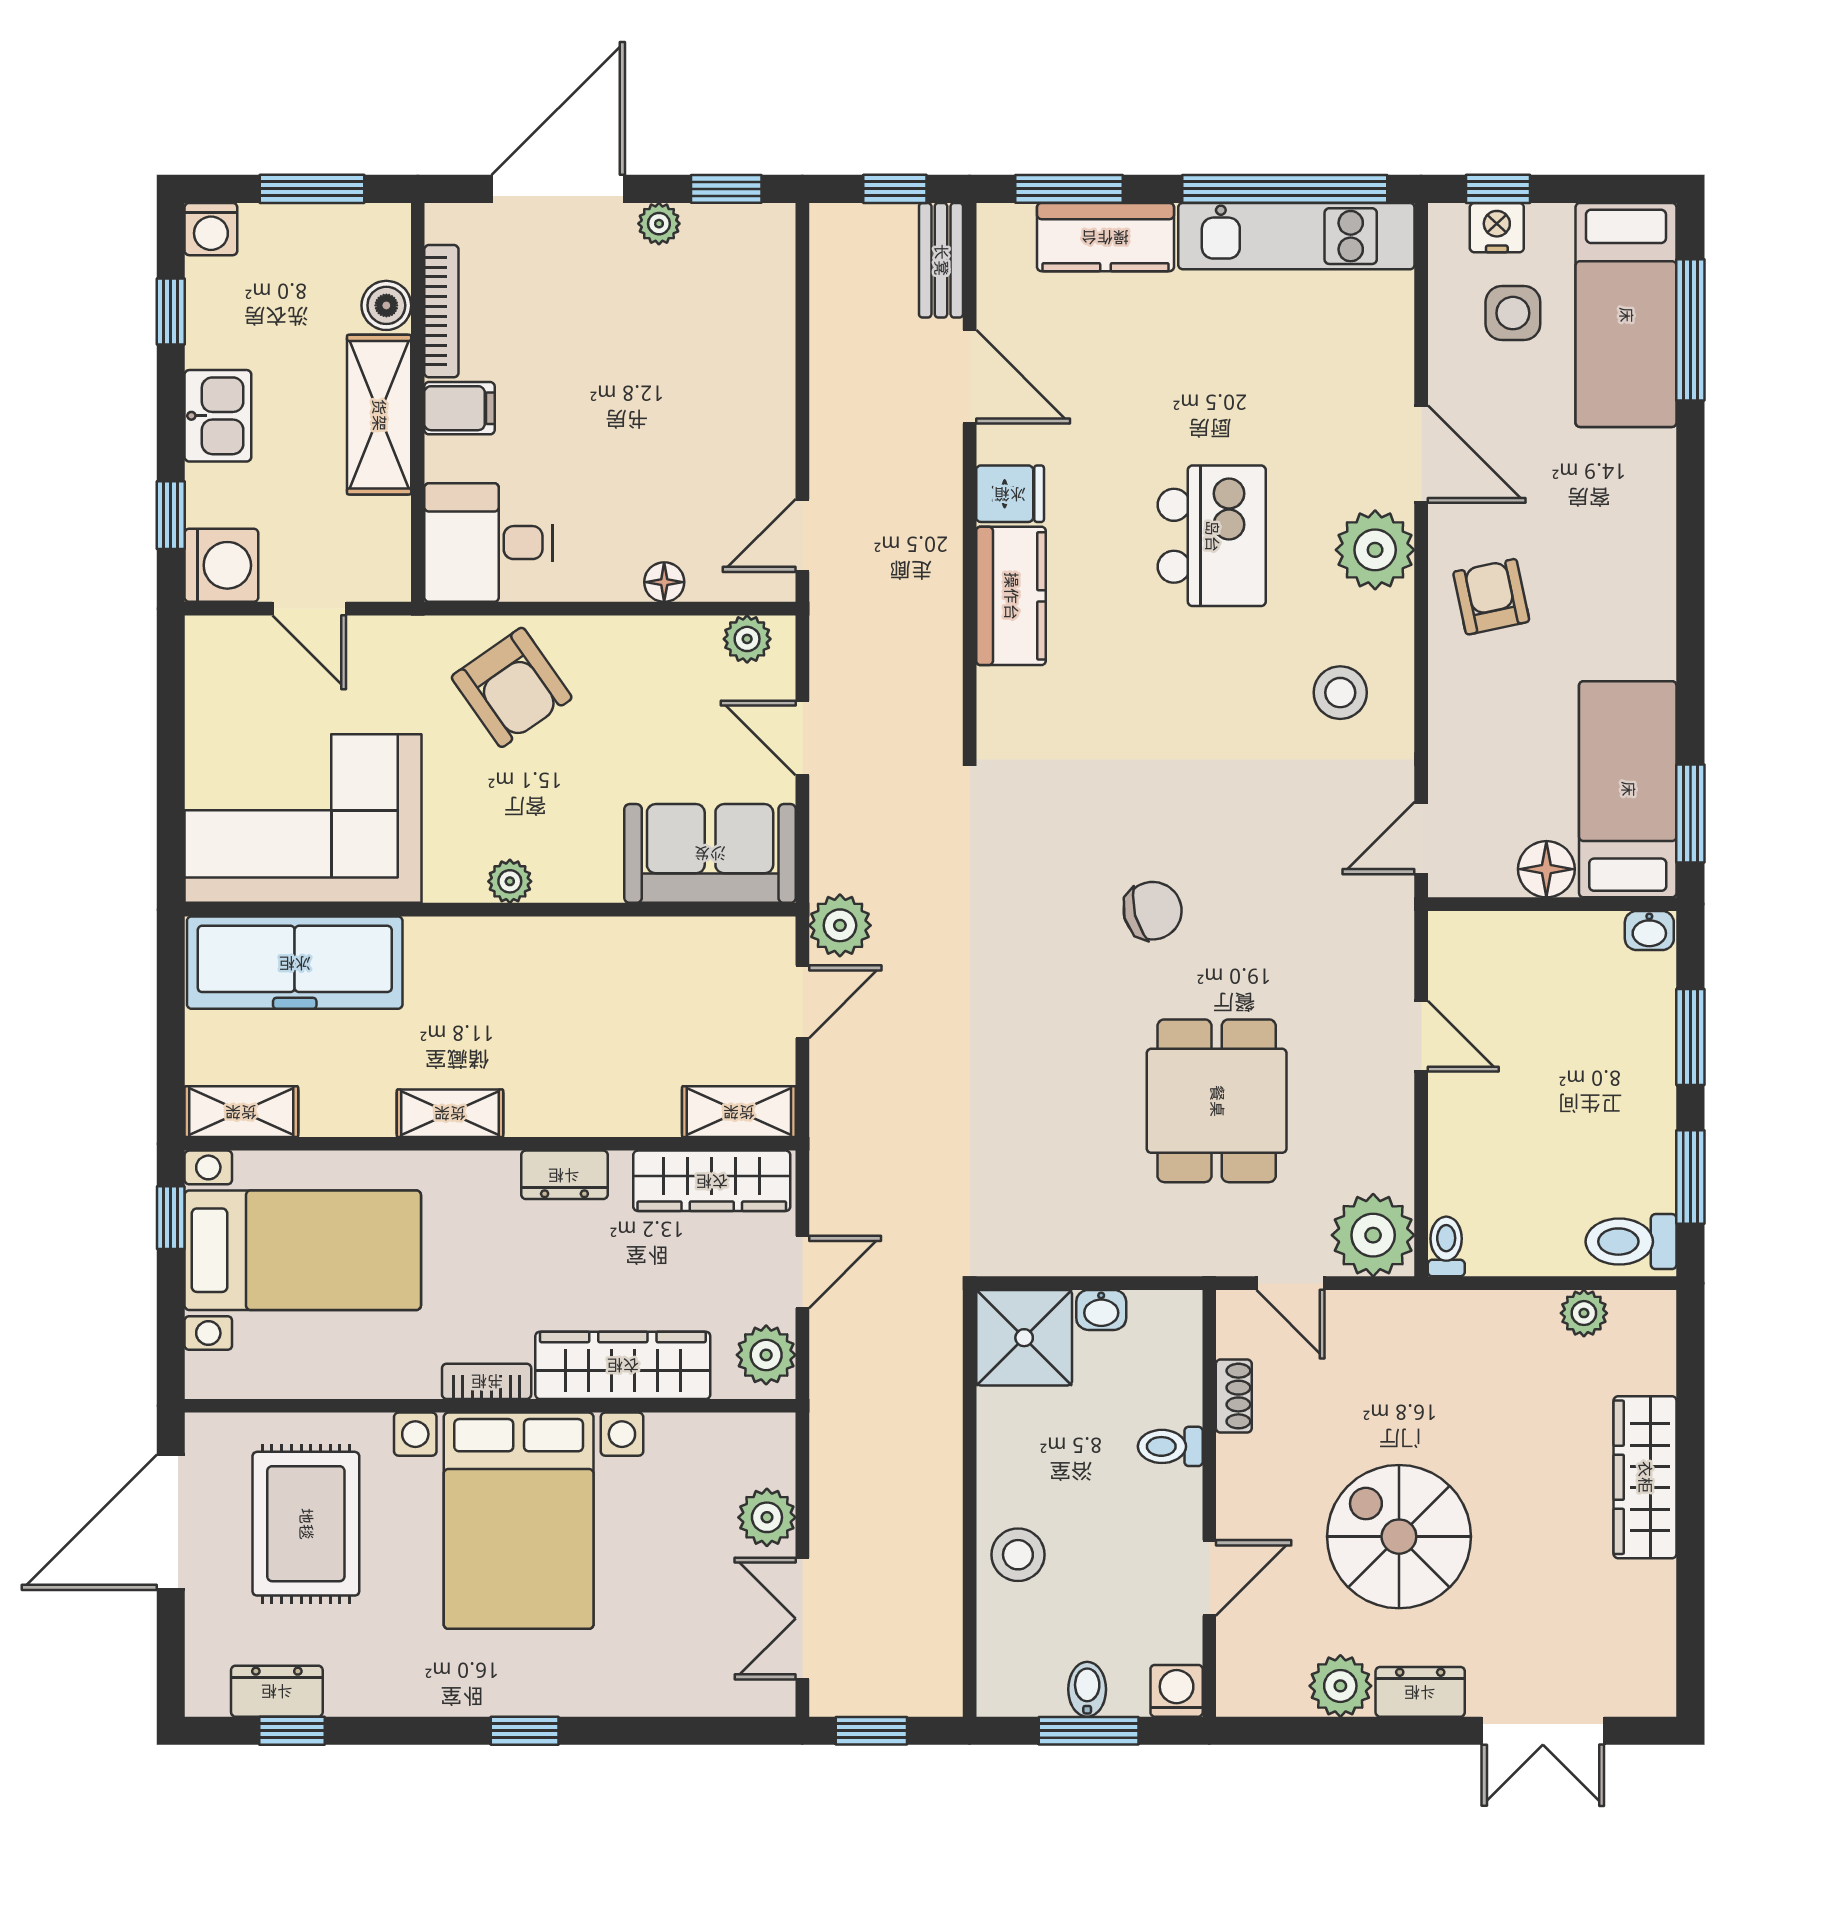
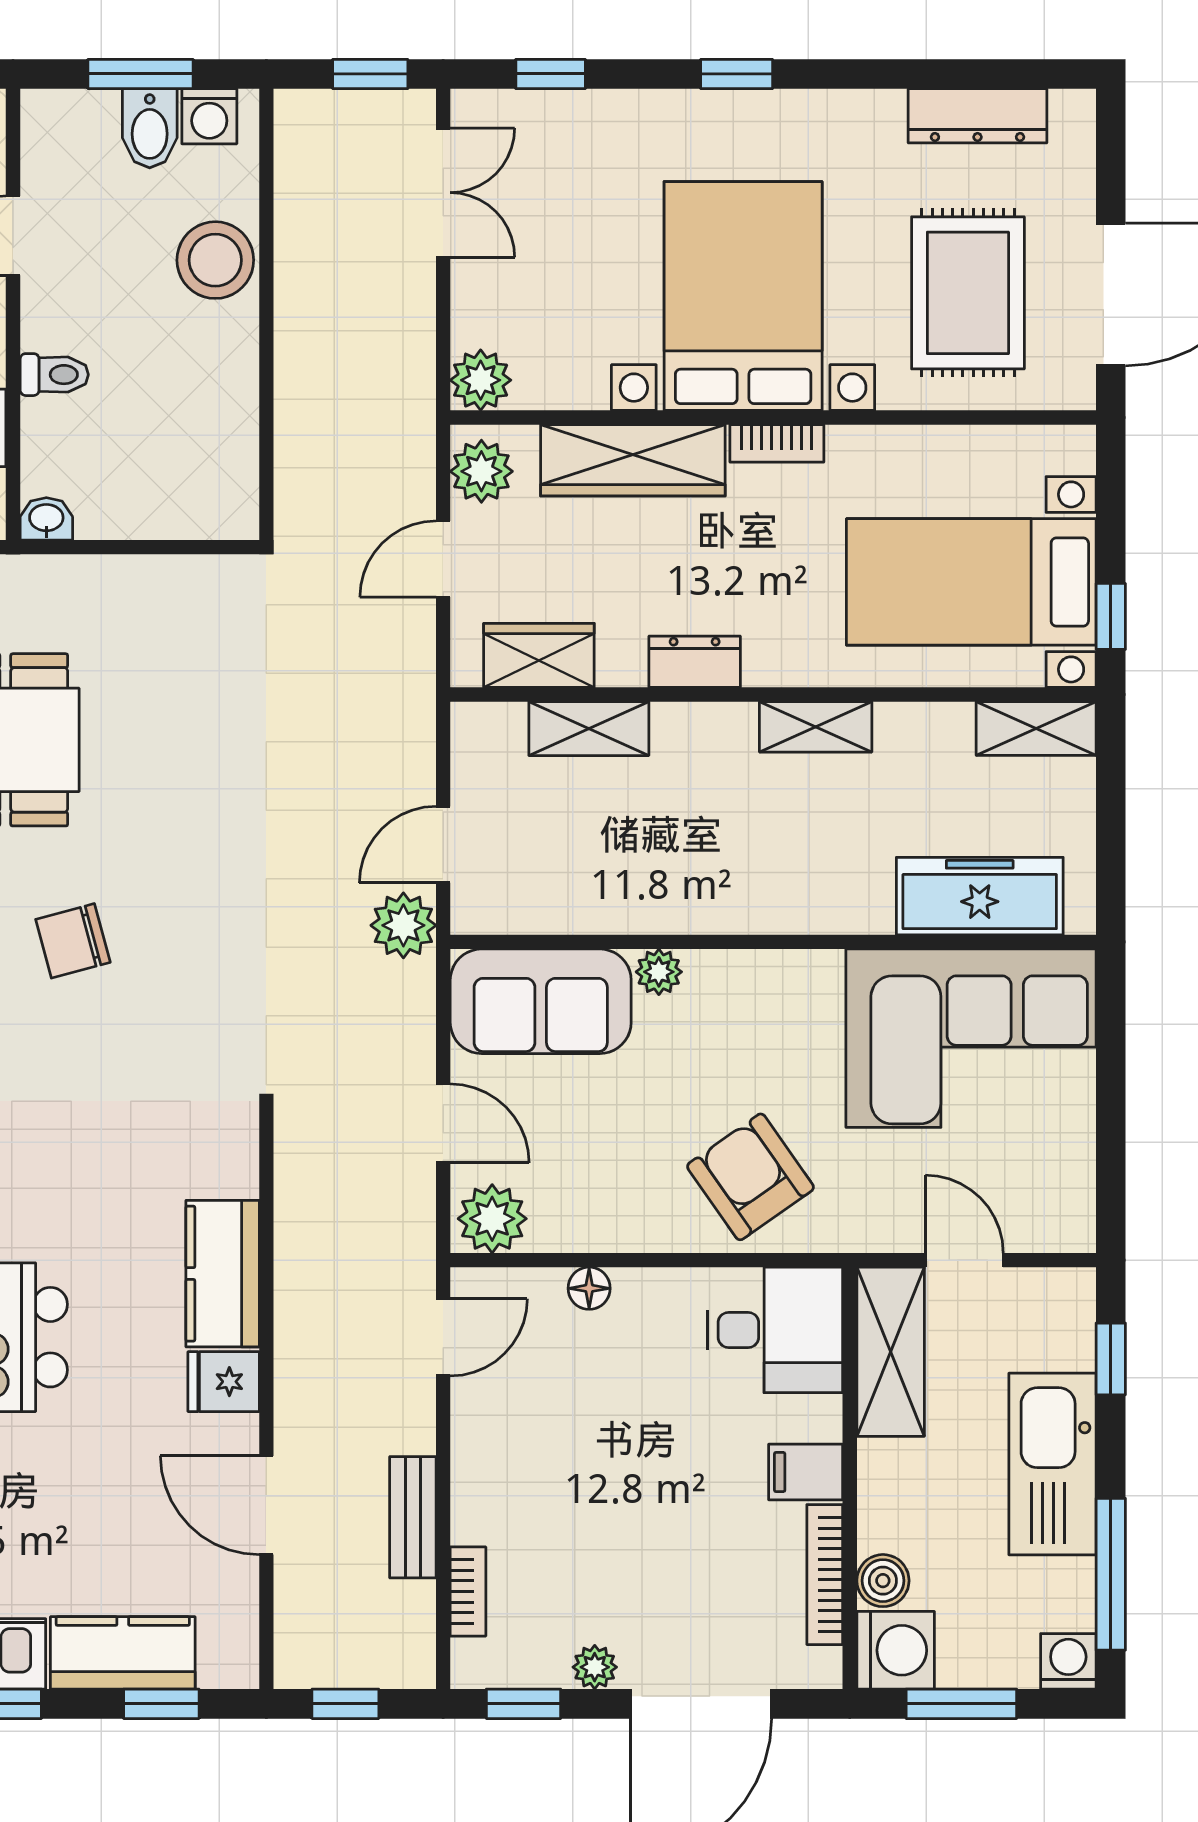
window: (1069, 189) -> (161, 1704), width x0.67
bench: (941, 260) -> (413, 1517), moved
bookcase: (779, 295) -> (468, 1591), added
window: (171, 311) -> (1111, 1574), width x2.17
shelving: (379, 415) -> (891, 1352), moved
kitchen sink: (218, 416) -> (1052, 1464), width x1.87, depth x1.24
washing machine: (221, 565) -> (896, 1650), moved, turned 180
plant: (747, 639) -> (492, 1219), width x1.38, depth x1.38
plant: (510, 881) -> (659, 972), moved
freezer: (295, 963) -> (980, 896), width x0.73, depth x0.79
shelving: (739, 1112) -> (589, 729), moved
wardrobe: (712, 1181) -> (539, 655), width x0.67
washbasin: (1101, 1310) -> (46, 519), moved
shower: (1024, 1338) -> (209, 490), removed
plant: (767, 1517) -> (481, 380), moved
stool: (1018, 1555) -> (215, 260), width x1.38, depth x1.38
bidet: (1087, 1689) -> (150, 128), width x1.38, depth x1.36
dresser: (277, 1691) -> (977, 116), width x1.44
washing machine: (1177, 1691) -> (209, 116), moved
window: (292, 1731) -> (551, 74), moved

